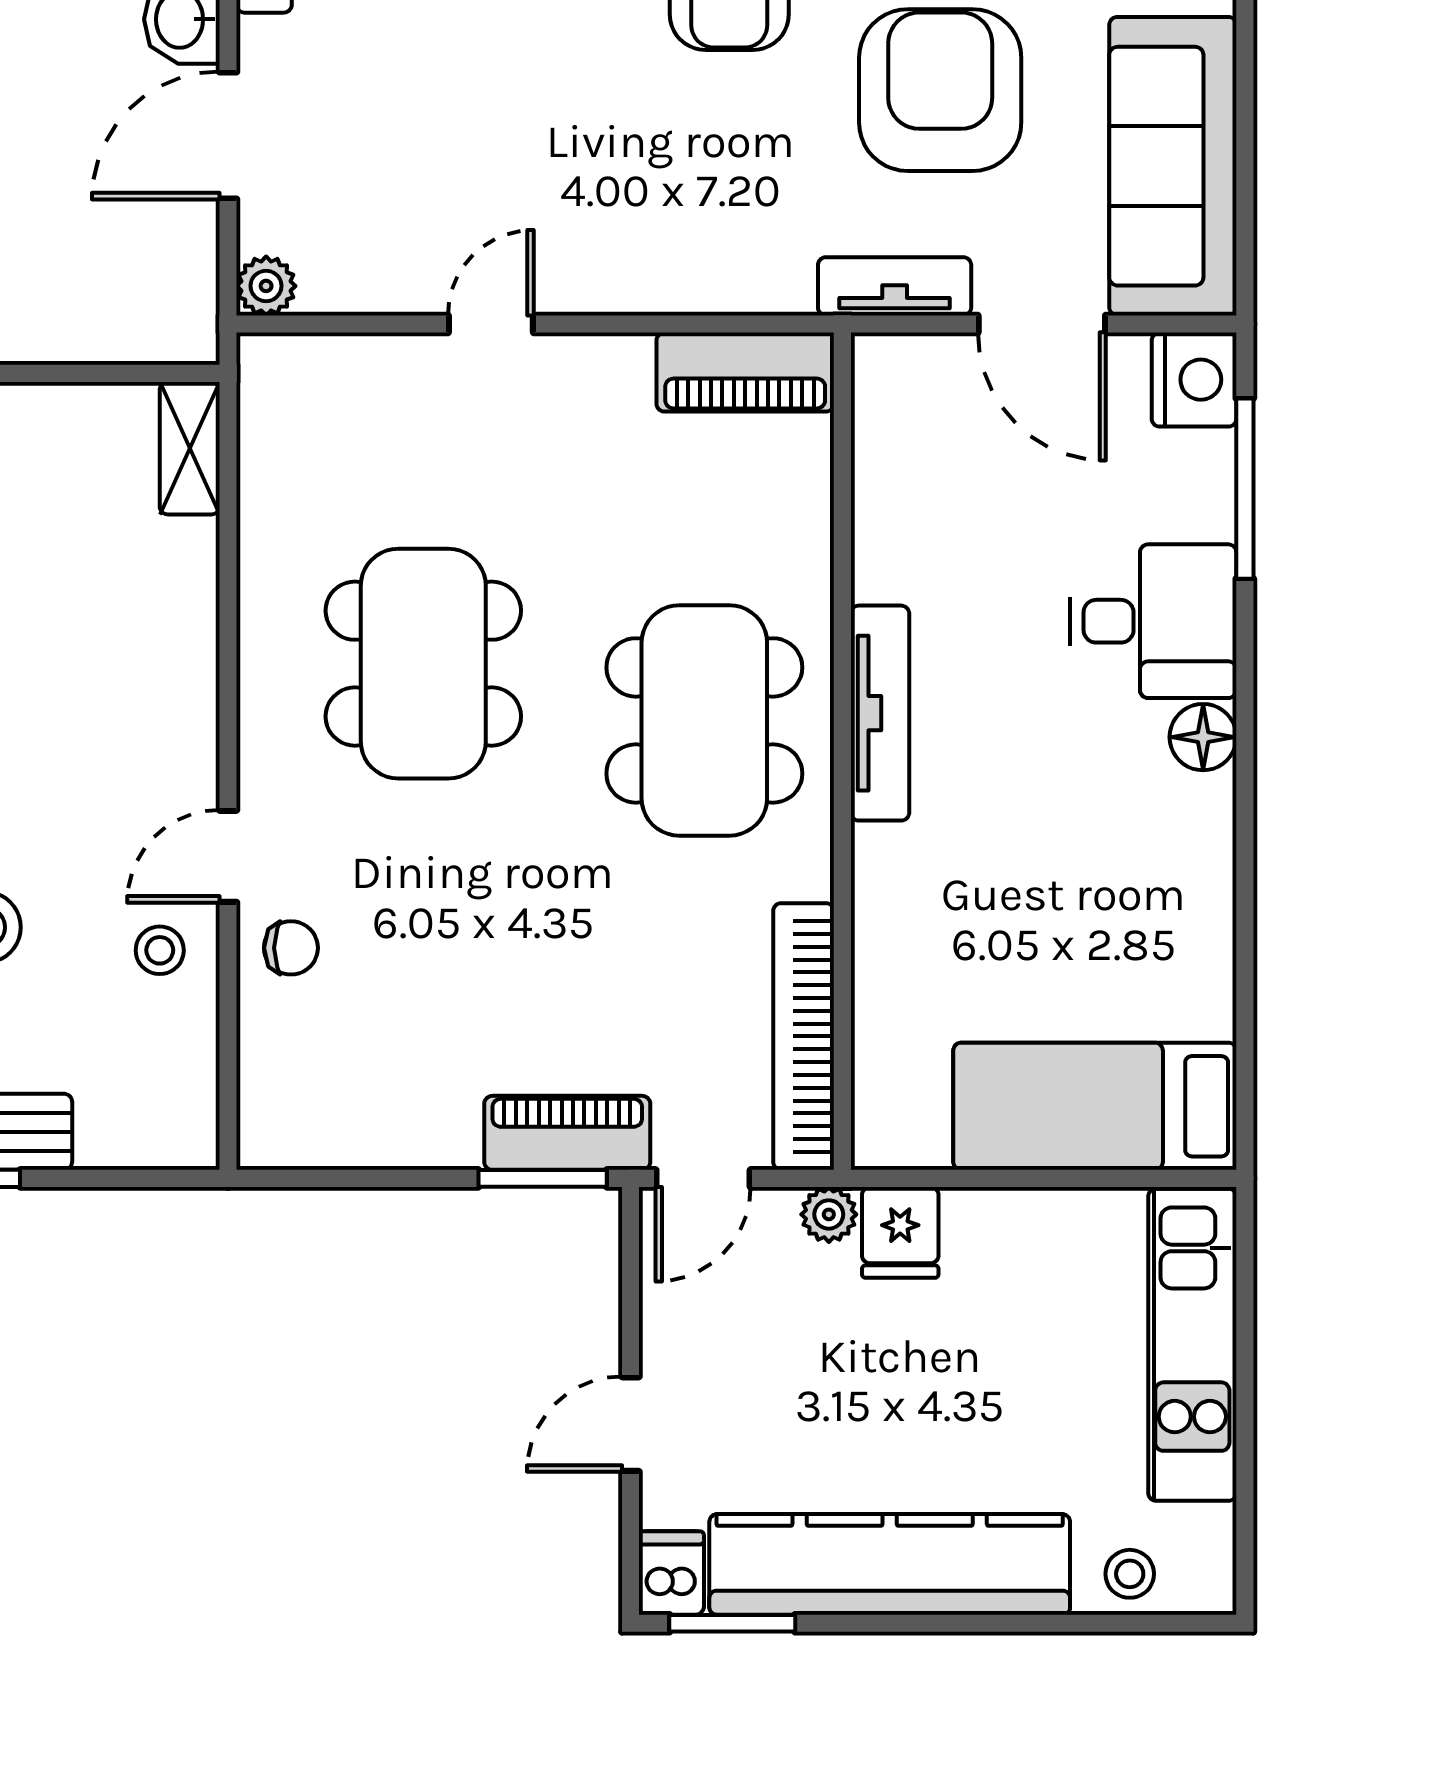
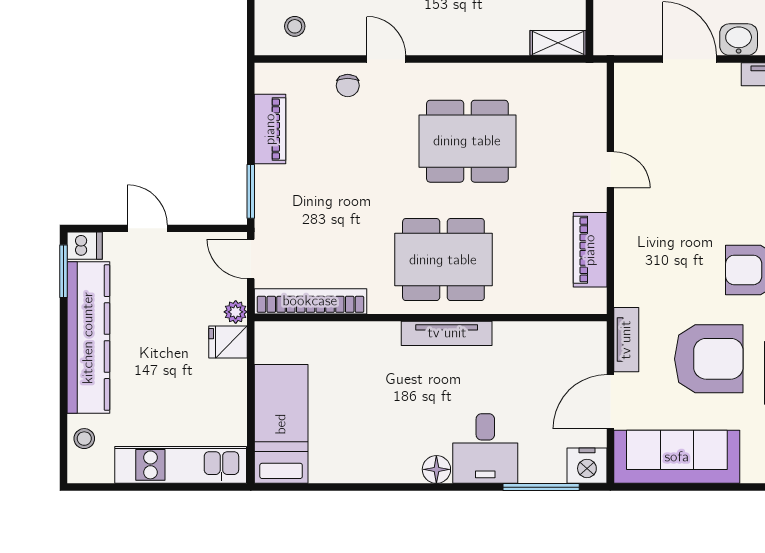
plant: (266, 286) -> (626, 75), removed
piano: (745, 372) -> (590, 250), moved
stool: (160, 950) -> (295, 26), moved
piano: (567, 1133) -> (270, 129), moved

